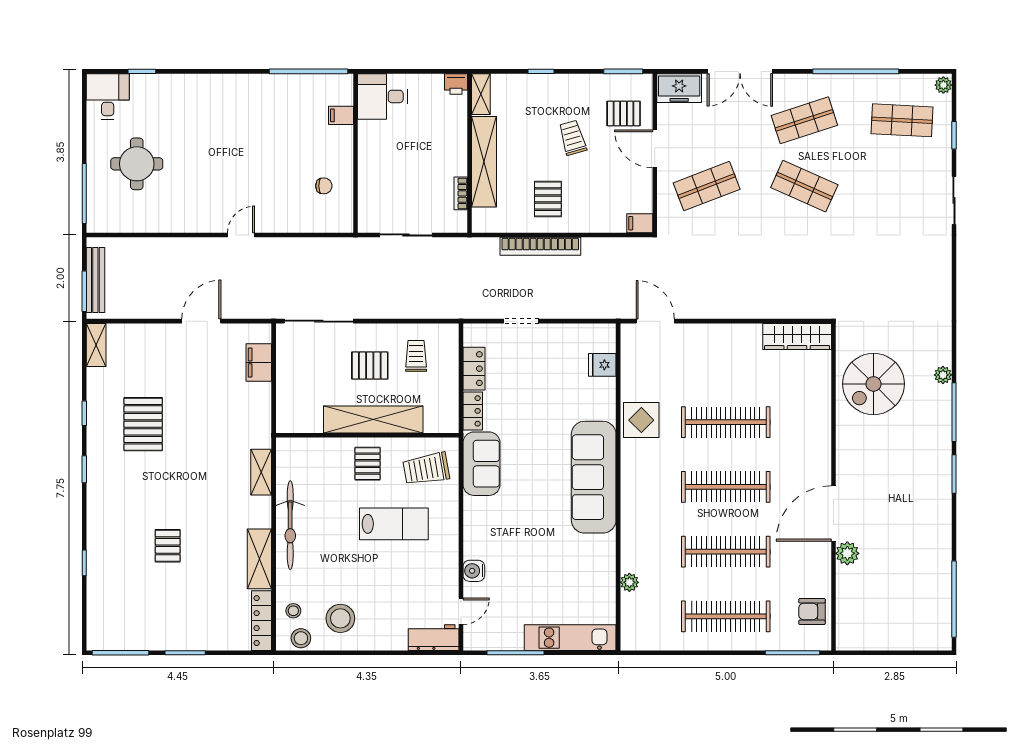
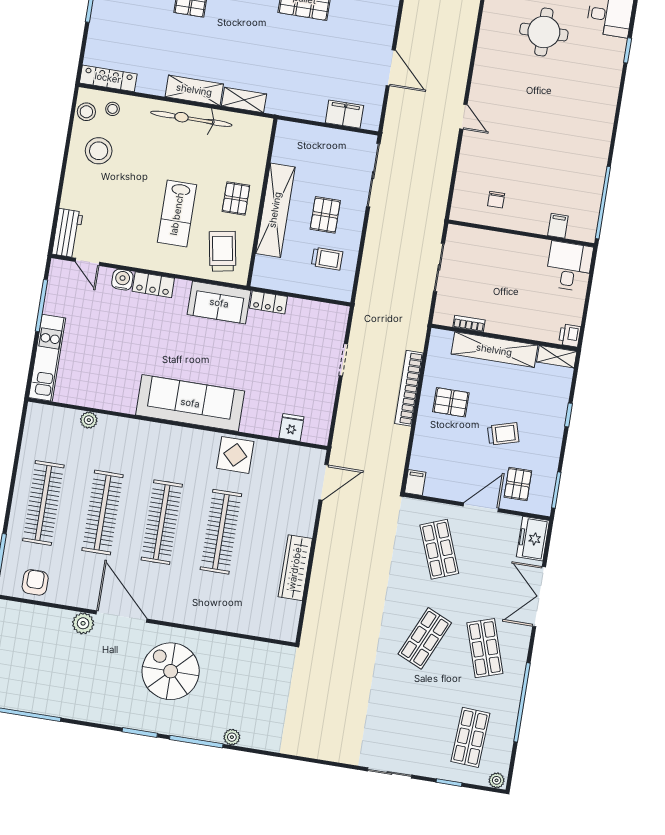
wardrobe: (797, 336) -> (295, 568), moved
locker: (474, 369) -> (153, 285), moved
spiral stairs: (874, 384) -> (171, 671), moved
pallet: (368, 464) -> (236, 198), turned 90
shelving: (259, 559) -> (194, 90), moved

